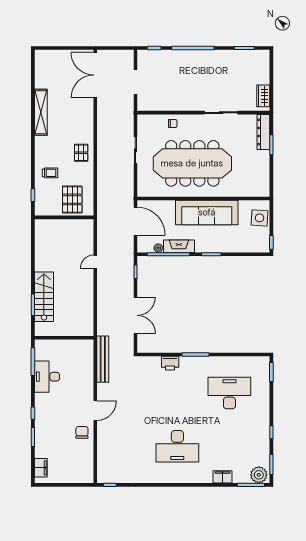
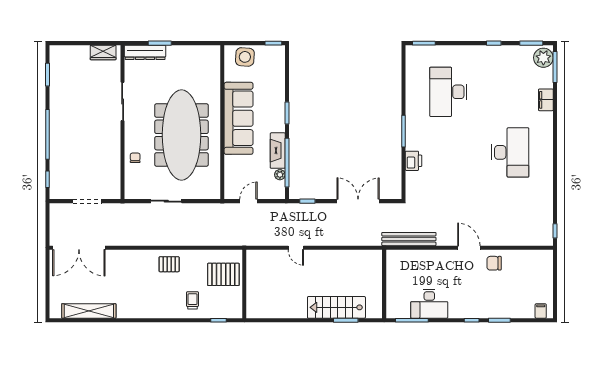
shelving: (41, 112) -> (89, 311), moved
door: (135, 221) -> (249, 201), width x0.53
filing cabinet: (41, 468) -> (541, 311), width x0.50

